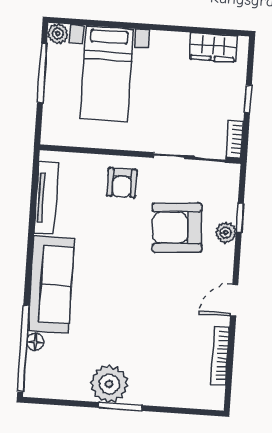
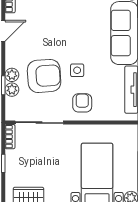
plant: (227, 210) -> (12, 90), added
side table: (126, 233) -> (77, 70), added

